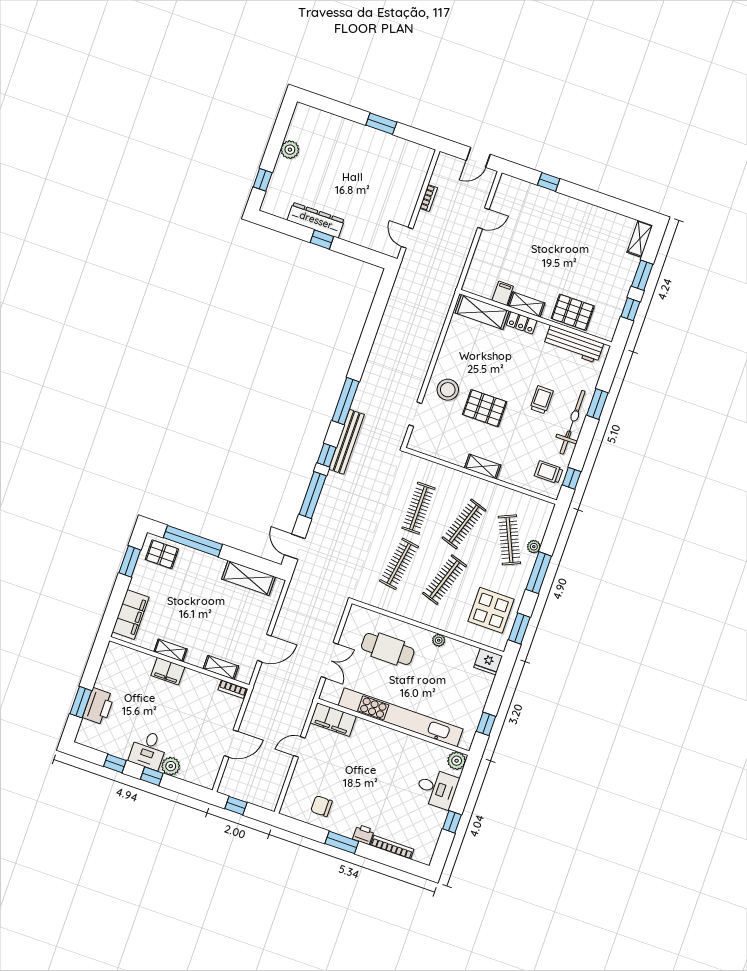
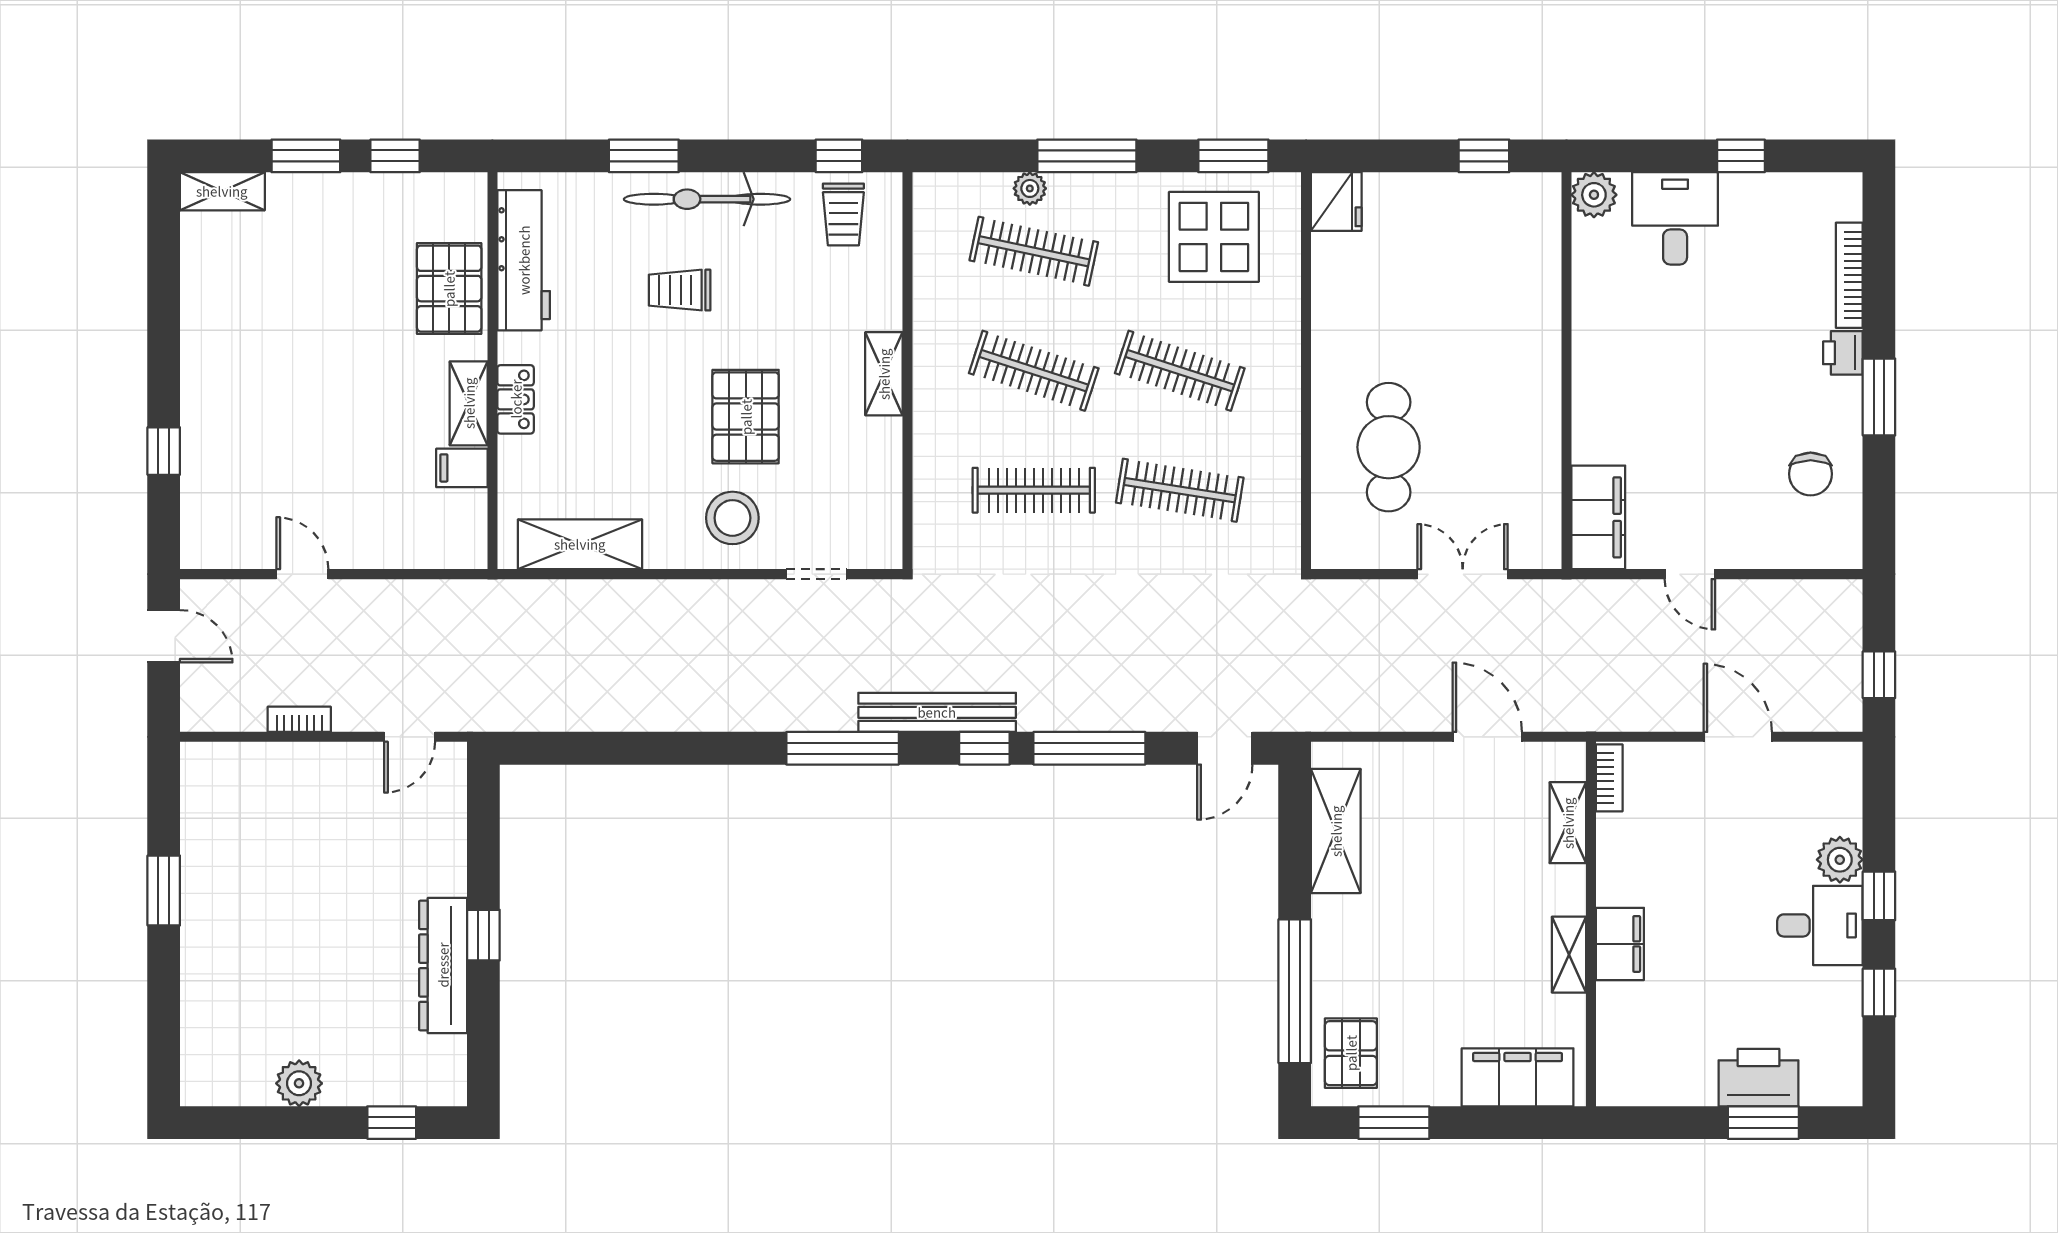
shelving: (482, 312) -> (580, 544), moved, turned 90
clothes rail: (509, 540) -> (1034, 251), turned 36
plant: (439, 640) -> (1327, 335), removed
kitchen unit: (401, 717) -> (1538, 361), removed

